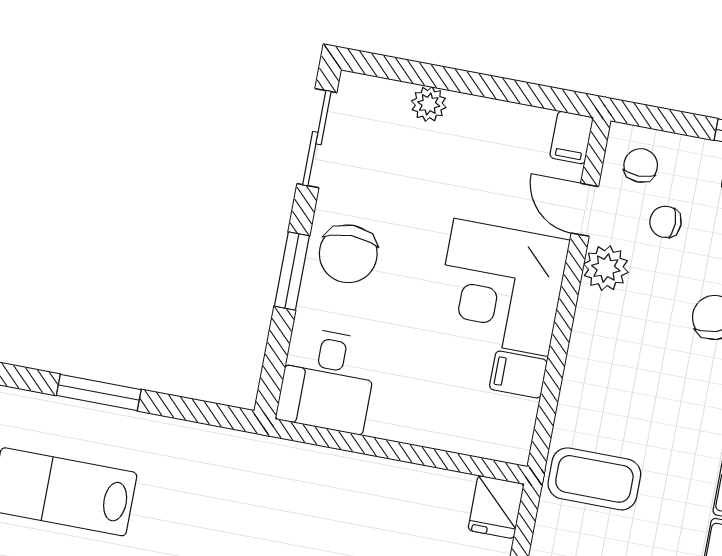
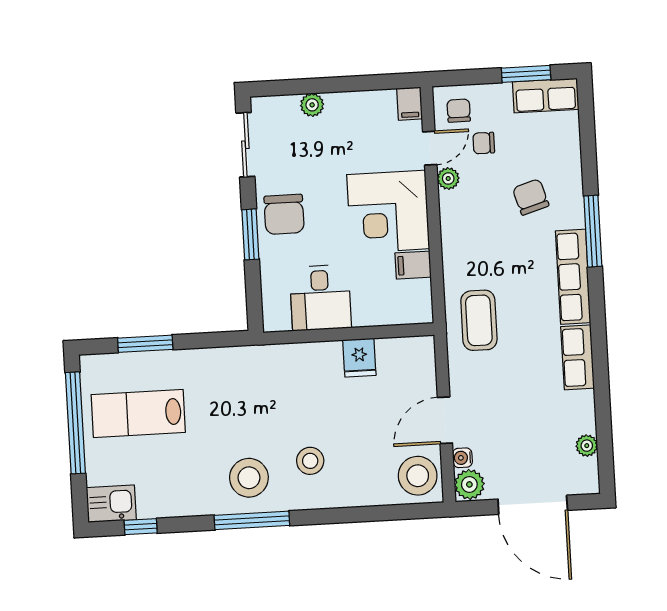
door: (585, 210) -> (430, 148), swing flipped
plant: (606, 268) -> (448, 179), width x0.73, depth x0.73
desk: (327, 380) -> (320, 298), moved
coffee table: (594, 479) -> (479, 320), turned 90
fridge: (496, 507) -> (359, 358), moved

